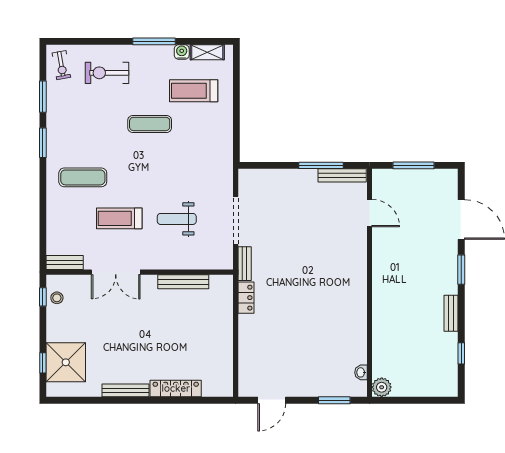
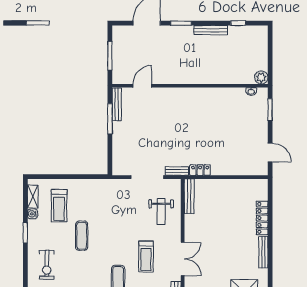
window: (154, 41) -> (25, 233), width x0.69
weight bench: (177, 219) -> (161, 212), moved
bench: (183, 282) -> (189, 196), moved
bench: (451, 313) -> (211, 30), width x1.36

